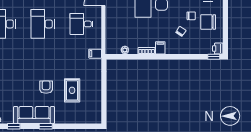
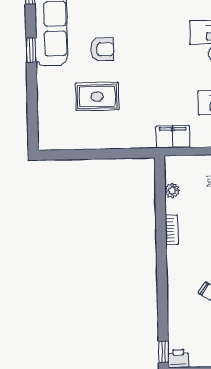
filing cabinet: (160, 48) -> (177, 255), removed
filing cabinet: (95, 54) -> (173, 137), width x2.00

